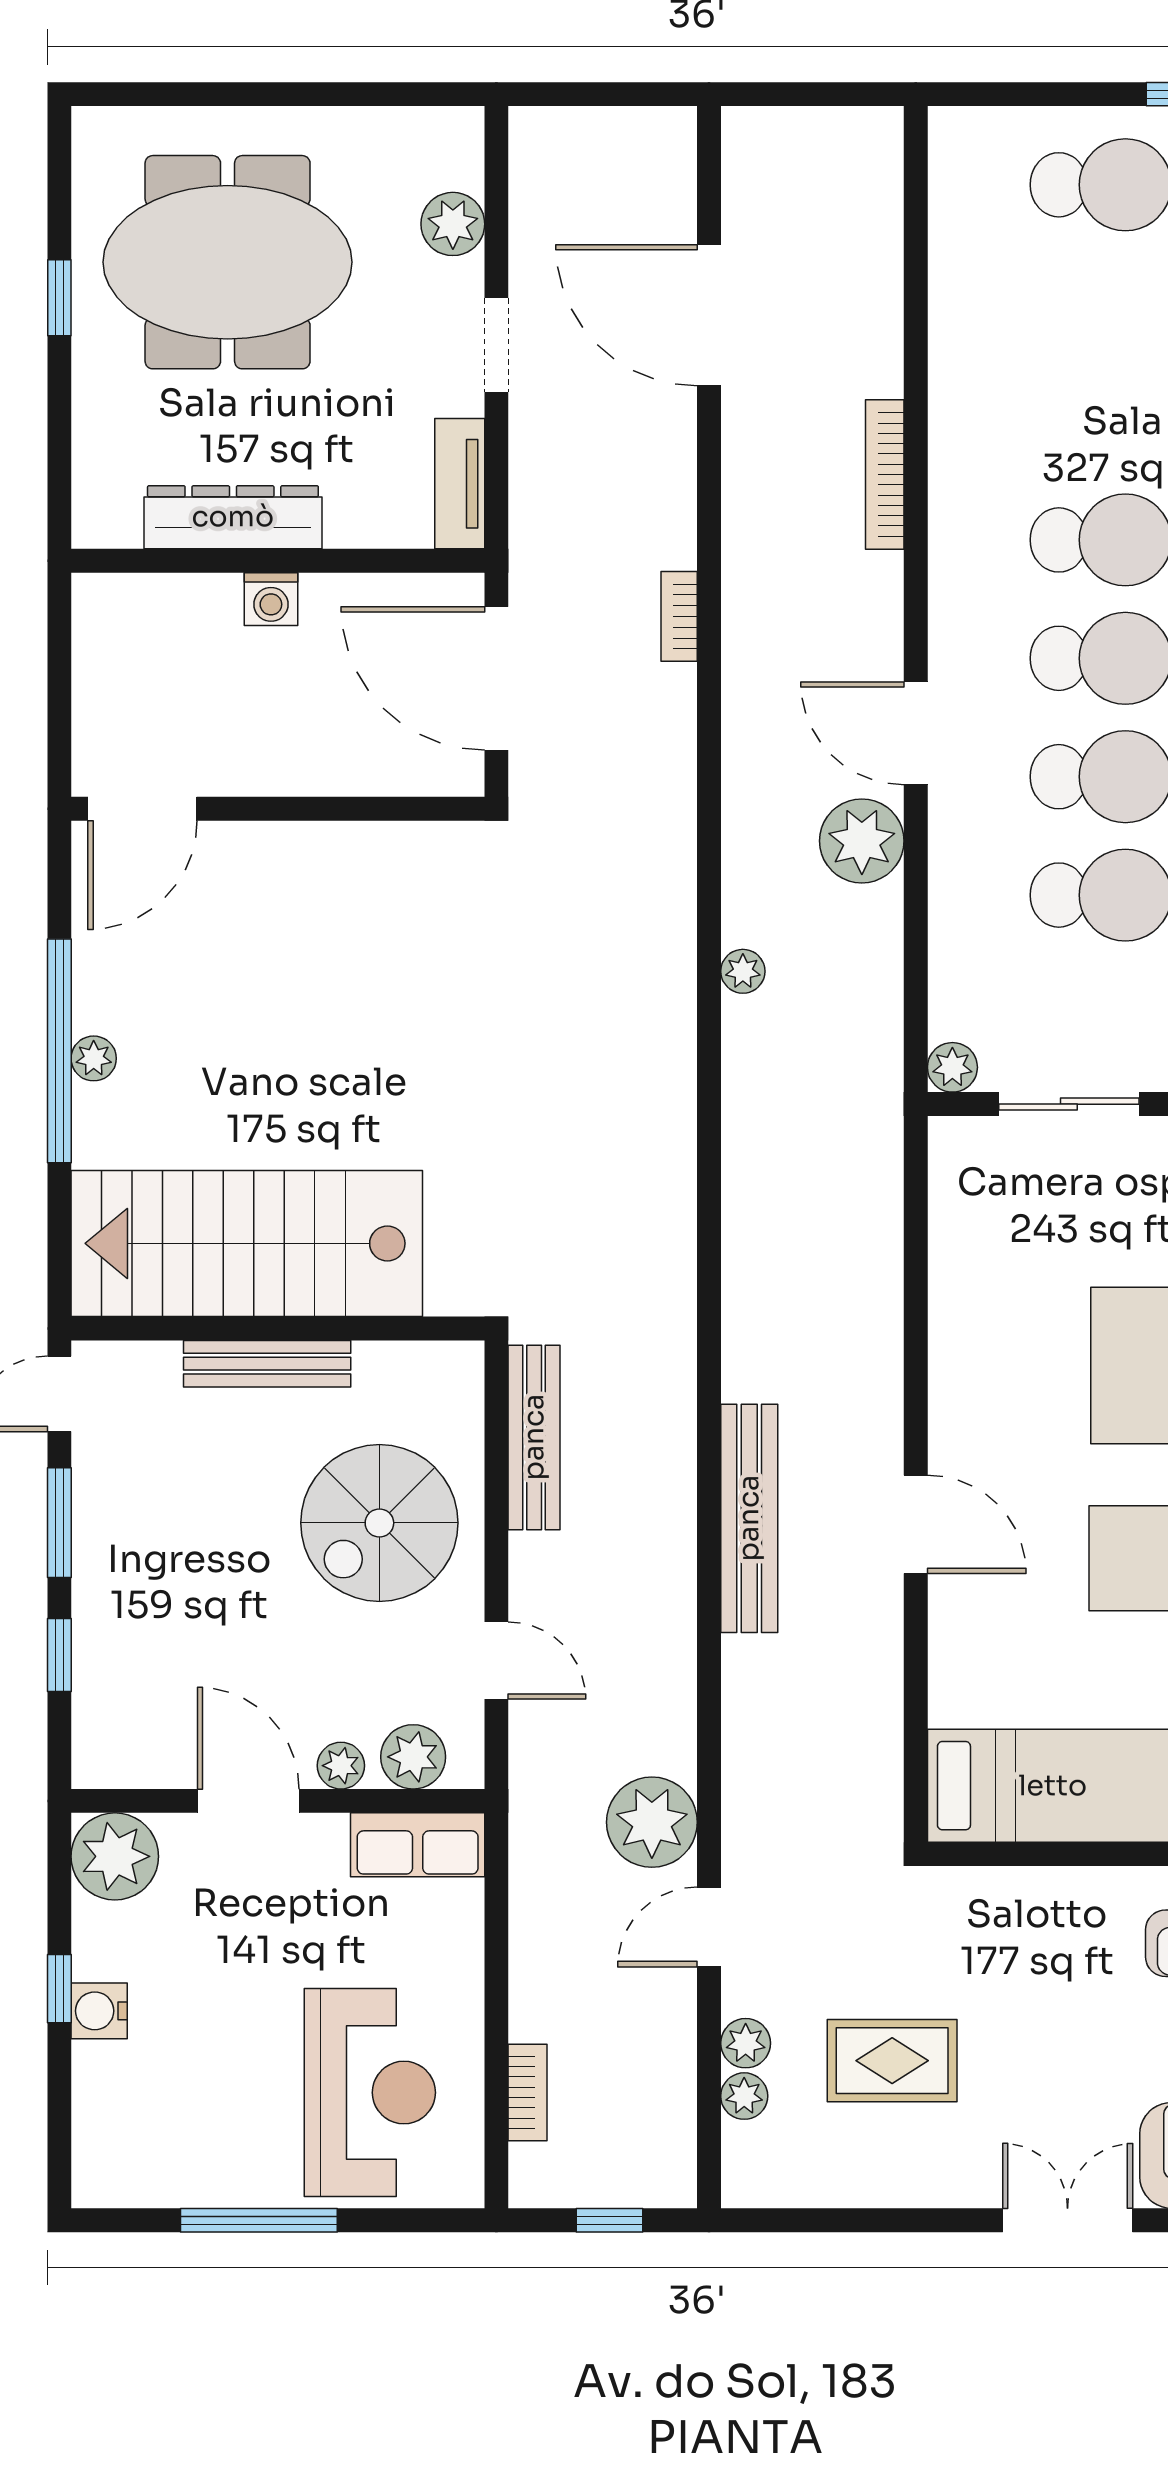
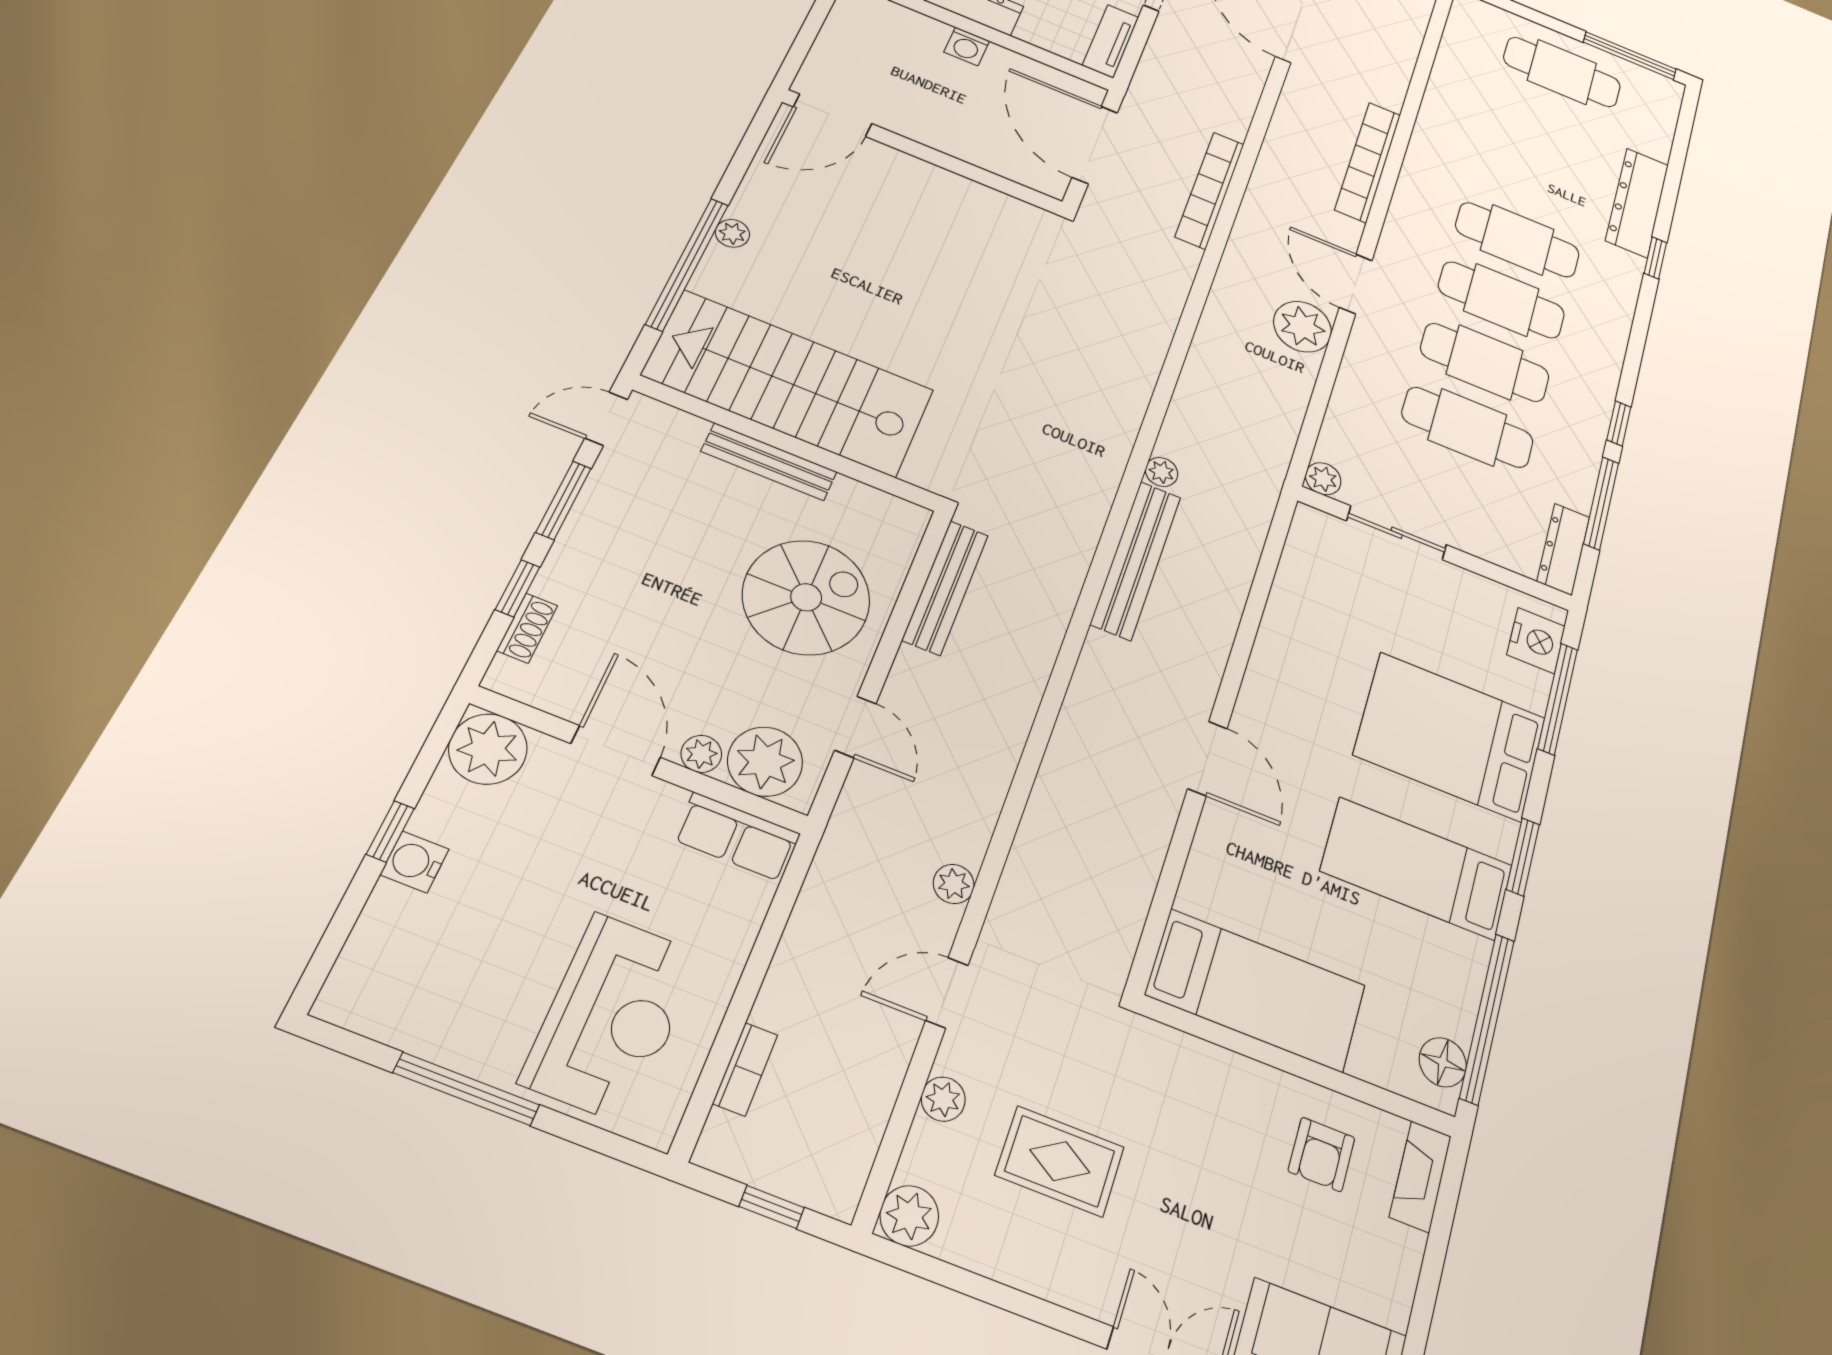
bookcase: (885, 475) -> (1368, 162), width x1.48, depth x1.31
bookcase: (679, 616) -> (1210, 190), width x2.31, depth x1.31
plant: (743, 971) -> (1162, 472), moved
window: (59, 1051) -> (687, 264), moved
bench: (749, 1518) -> (1136, 560), moved
spiral stairs: (379, 1523) -> (806, 597), turned 180
shoe rack: (91, 1698) -> (527, 628), added
plant: (413, 1757) -> (765, 762), width x1.36, depth x1.36
plant: (652, 1822) -> (954, 884), width x0.53, depth x0.53
plant: (744, 2096) -> (909, 1216), moved, width x1.38, depth x1.38

